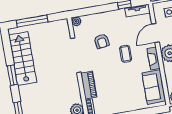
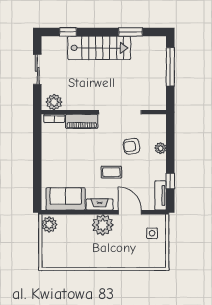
plant: (76, 21) -> (160, 148), moved
stairs: (23, 59) -> (99, 48), moved
window: (12, 75) -> (131, 32), moved

